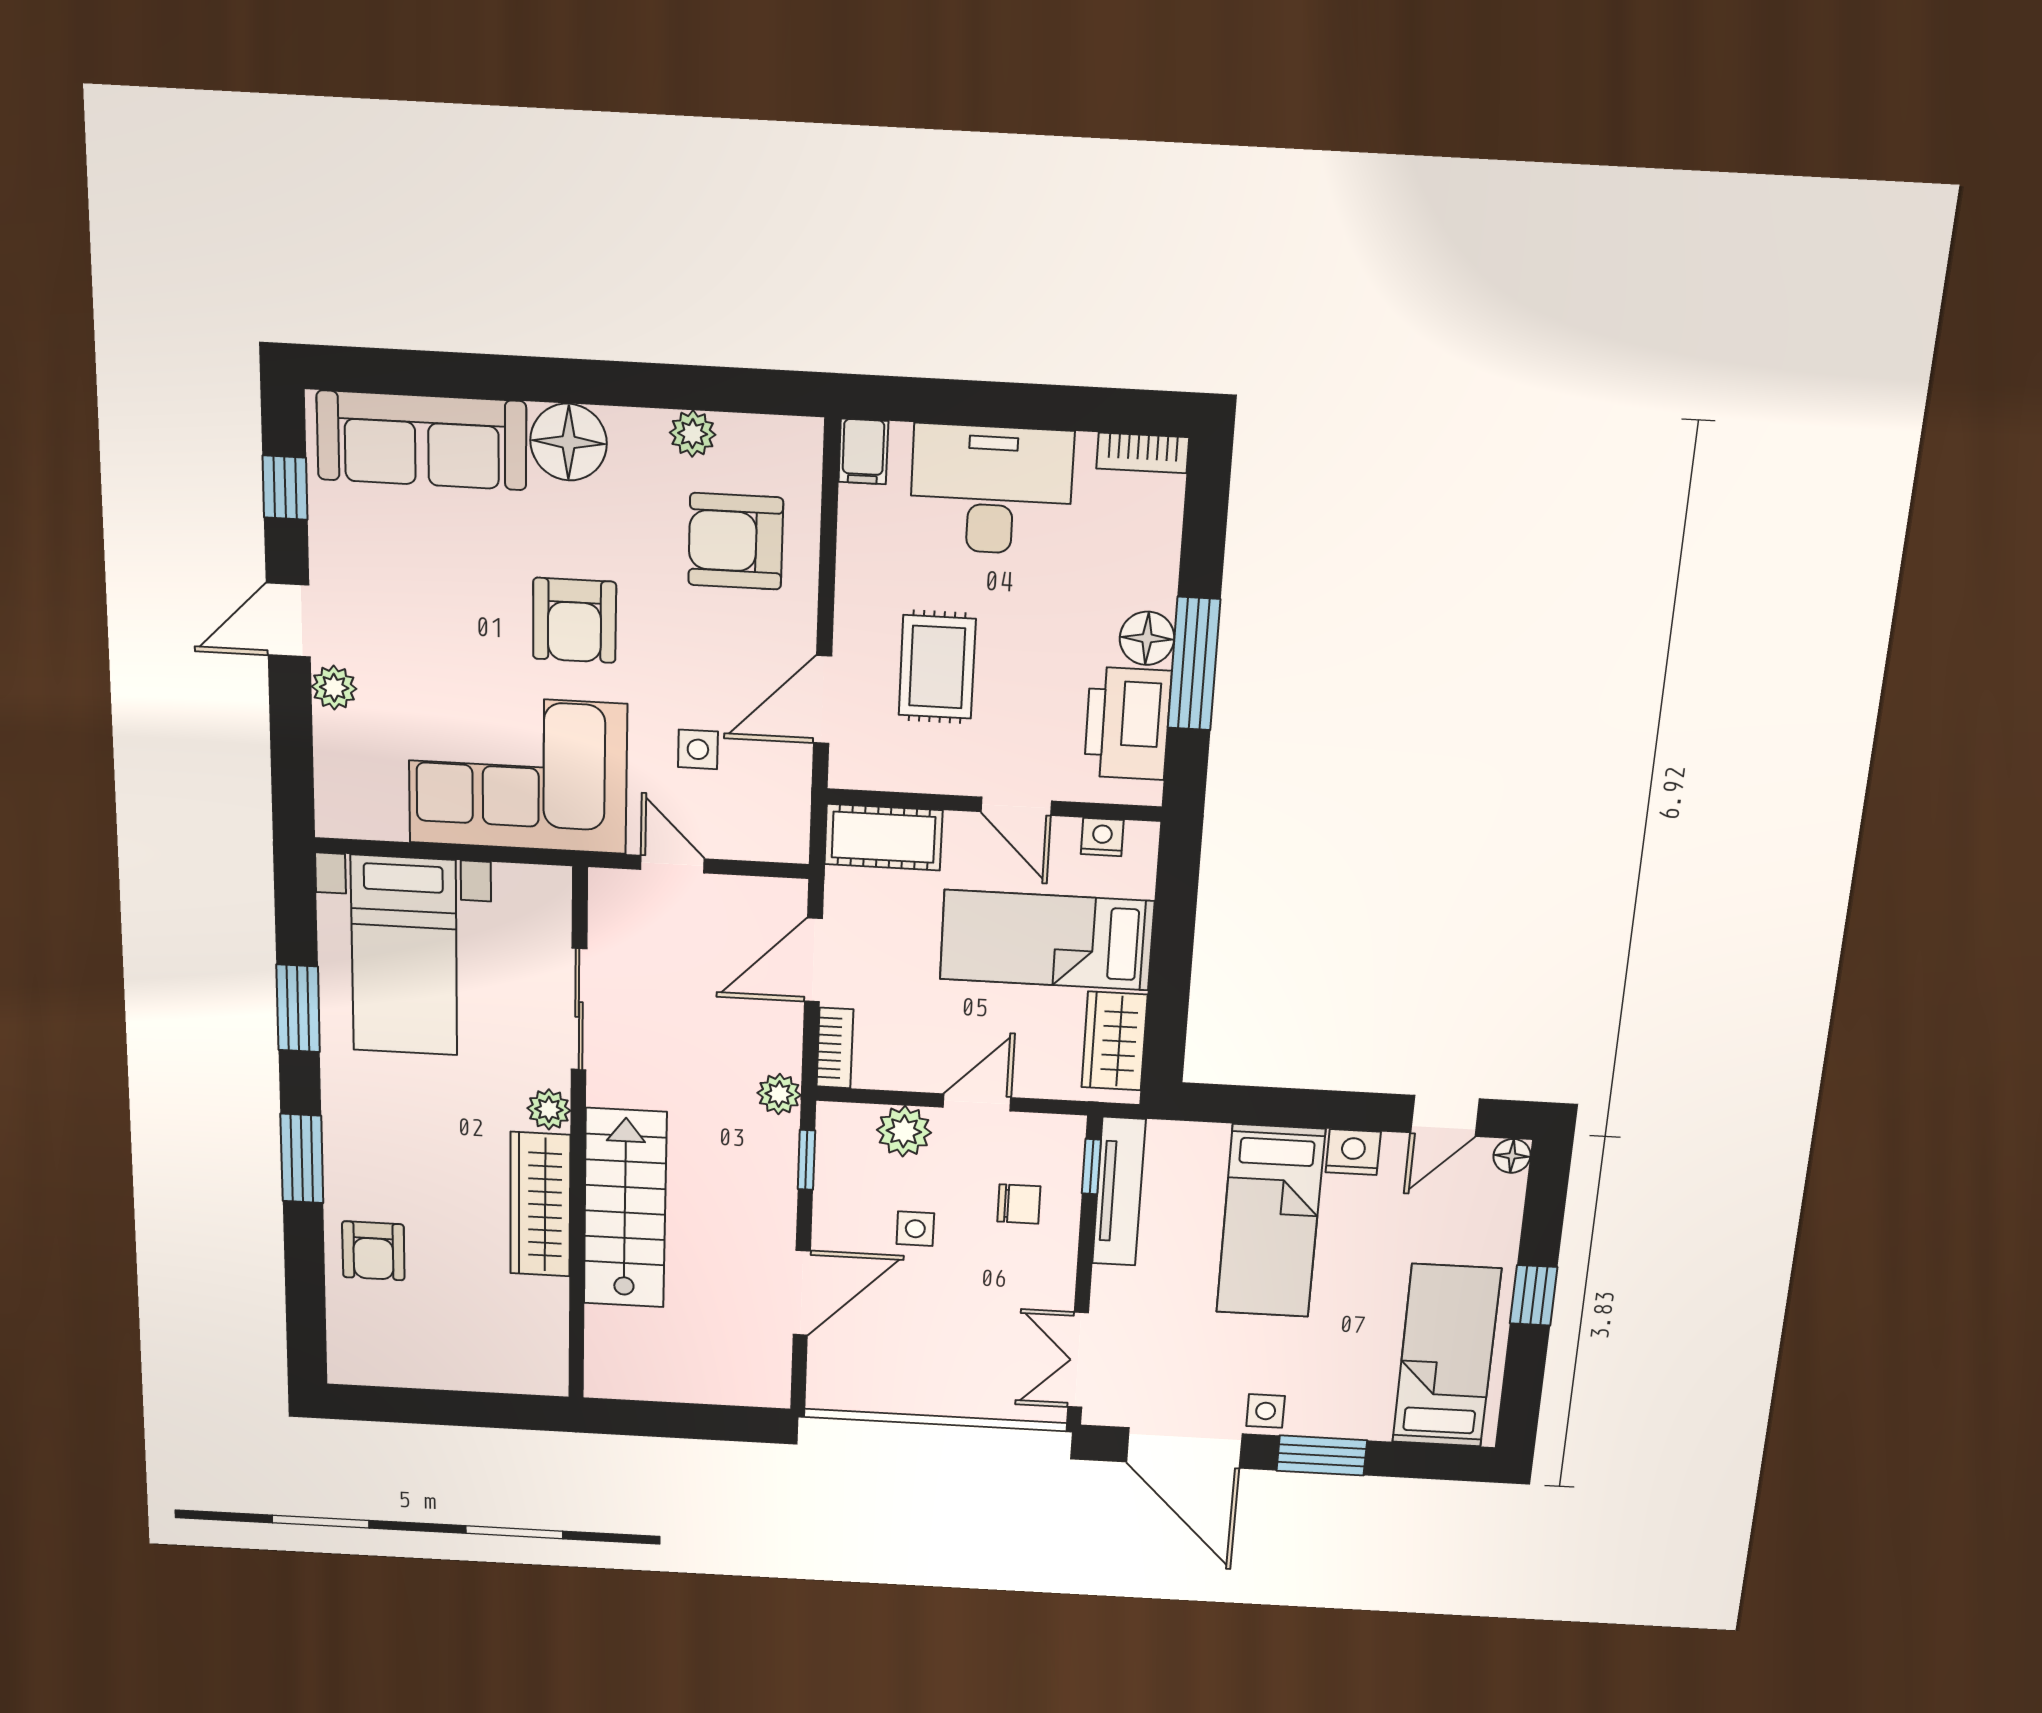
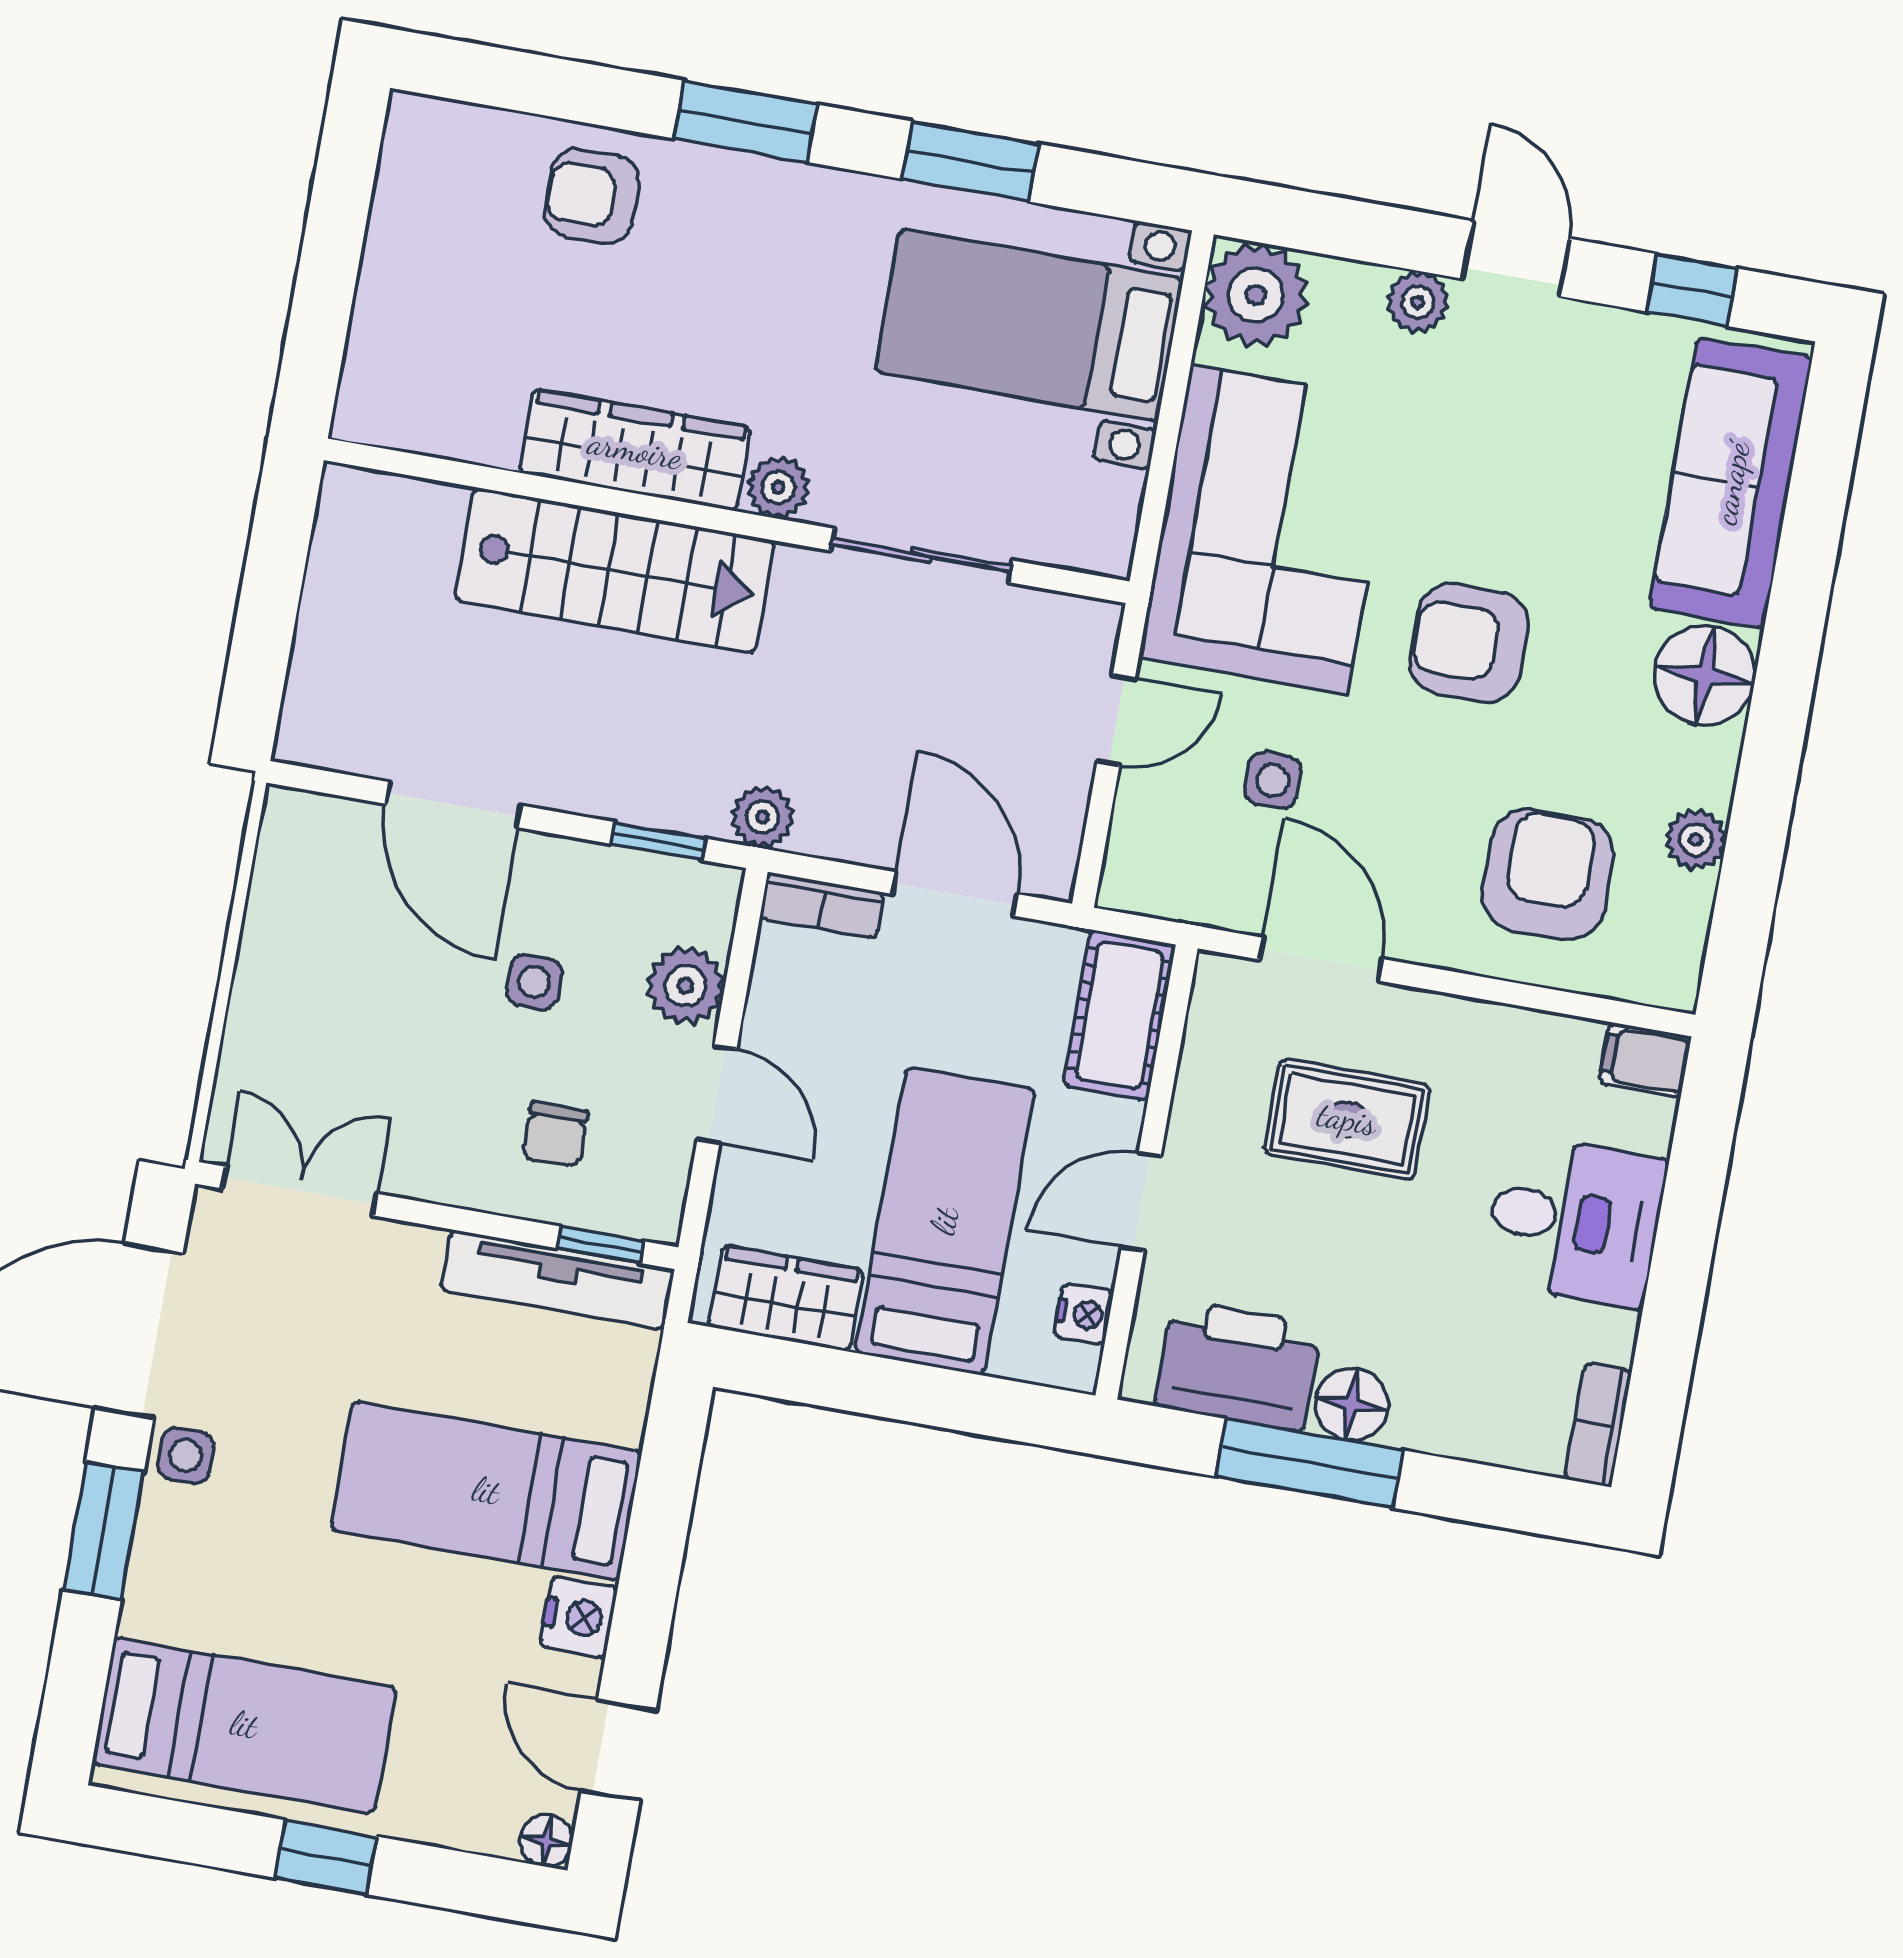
desk: (991, 490) -> (1575, 1221), width x0.73
plant: (352, 803) -> (1256, 295), added

